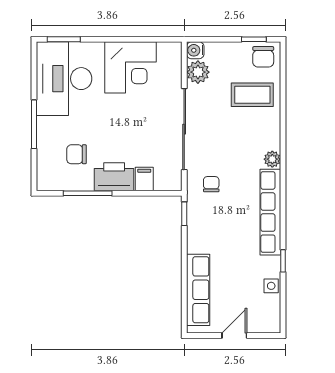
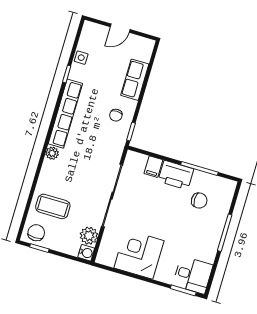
desk: (64, 79) -> (193, 275), width x0.53, depth x0.77
chair: (211, 184) -> (116, 115), moved
row of seats: (198, 290) -> (135, 80), width x0.68

